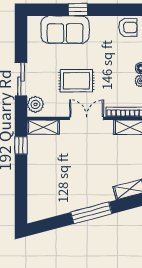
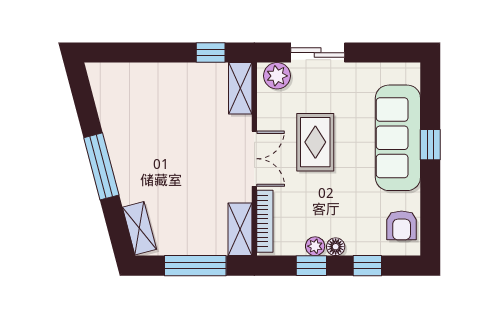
sofa: (65, 30) -> (398, 138), width x1.36

